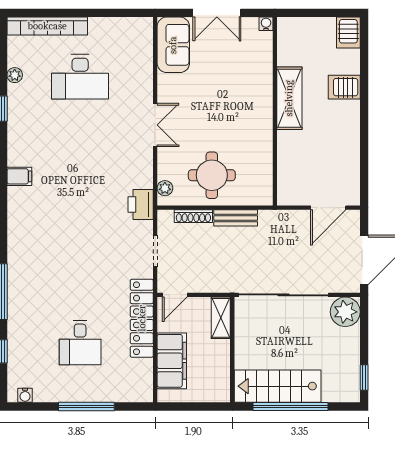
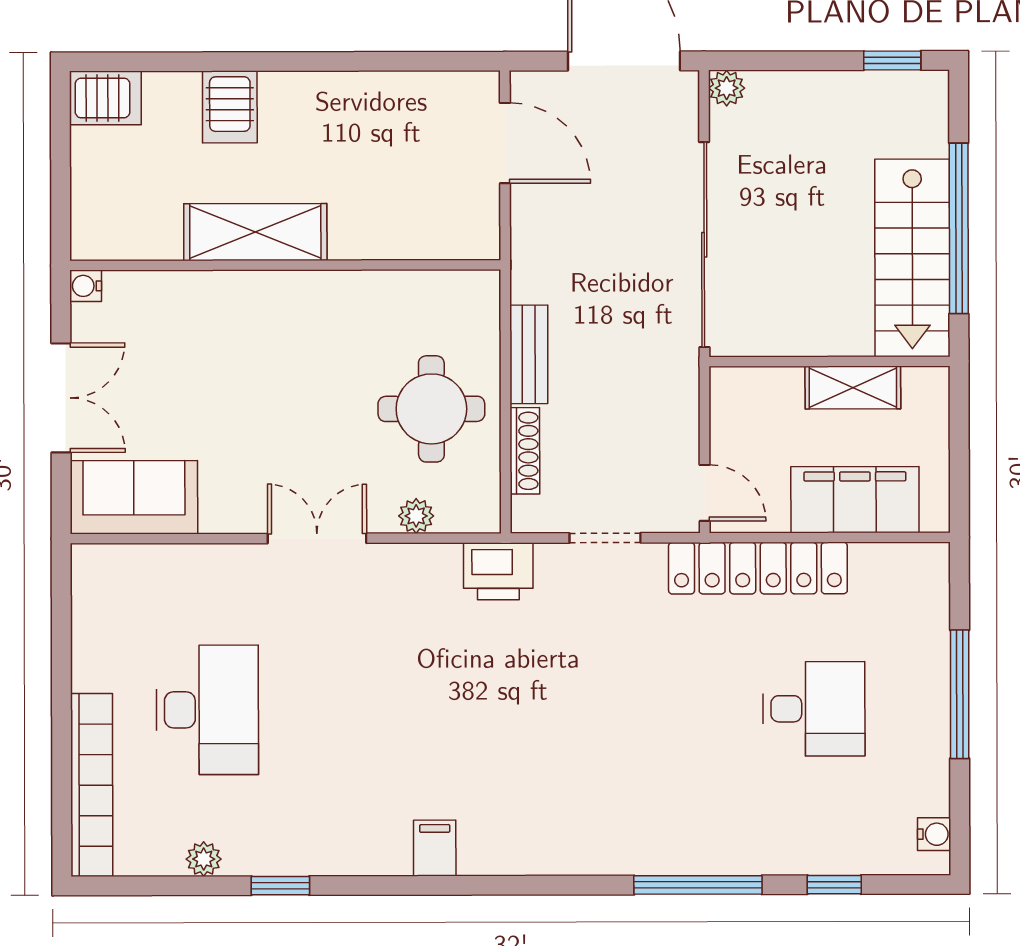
plant: (165, 188) -> (416, 516), moved
plant: (345, 312) -> (727, 88), width x0.53, depth x0.53
shelving: (221, 318) -> (853, 388), moved

